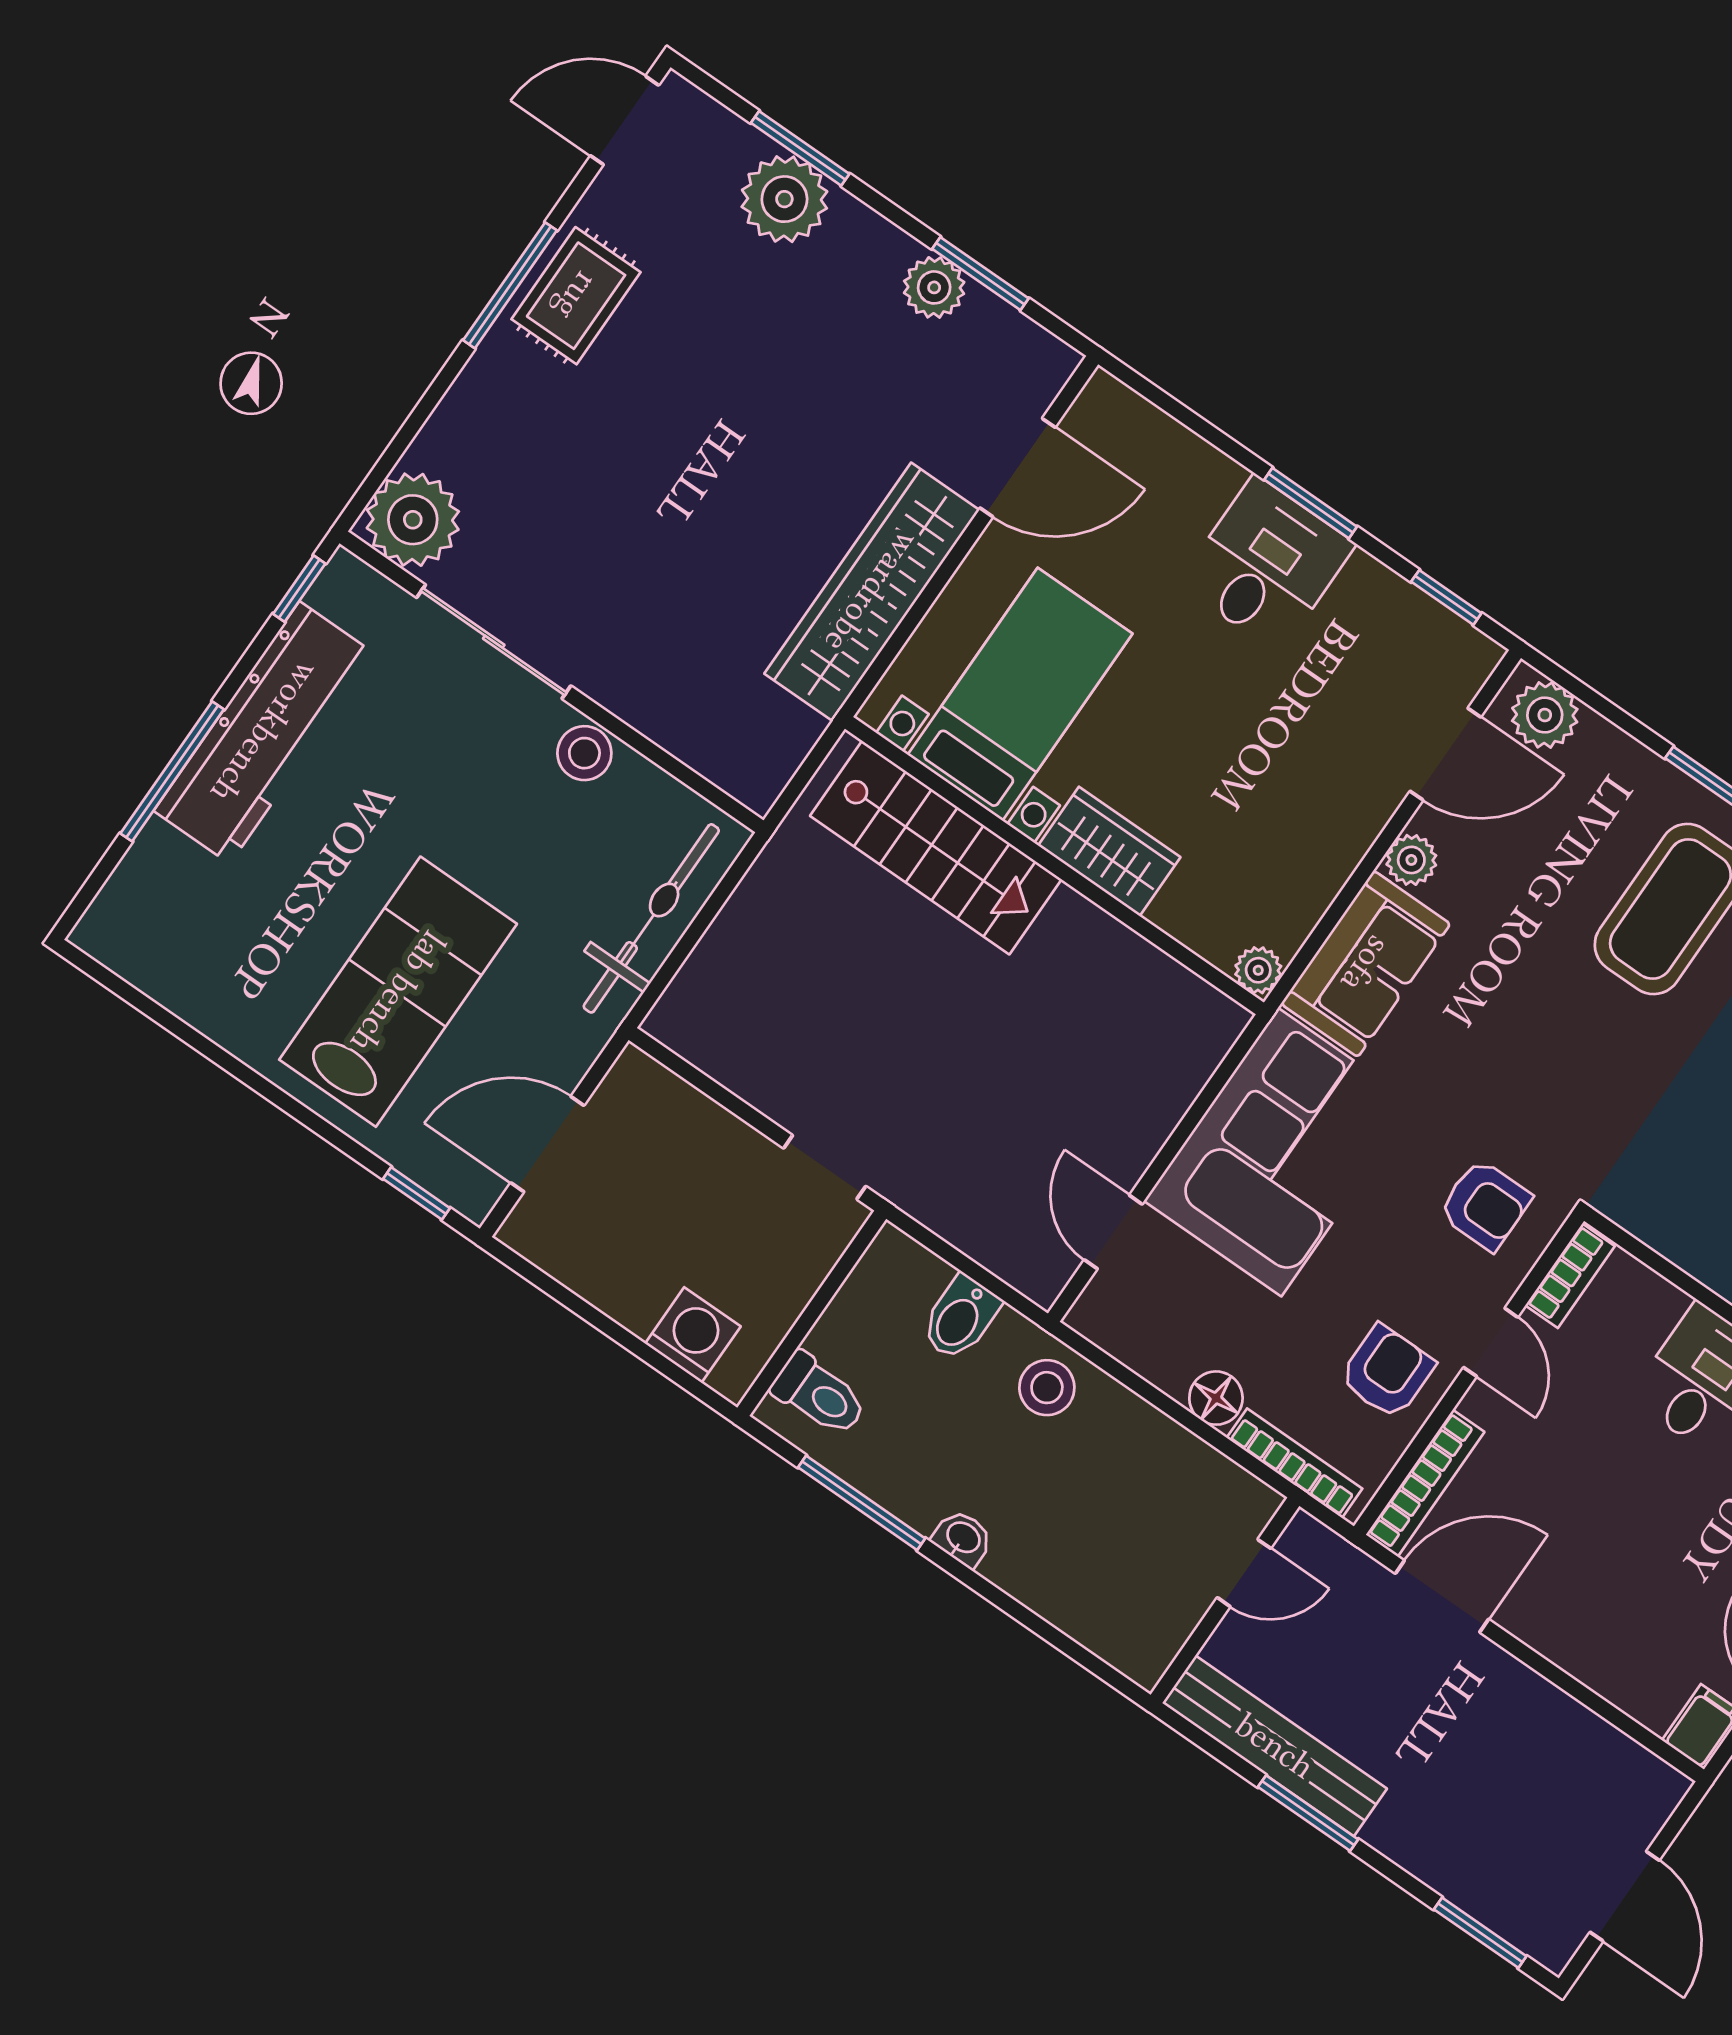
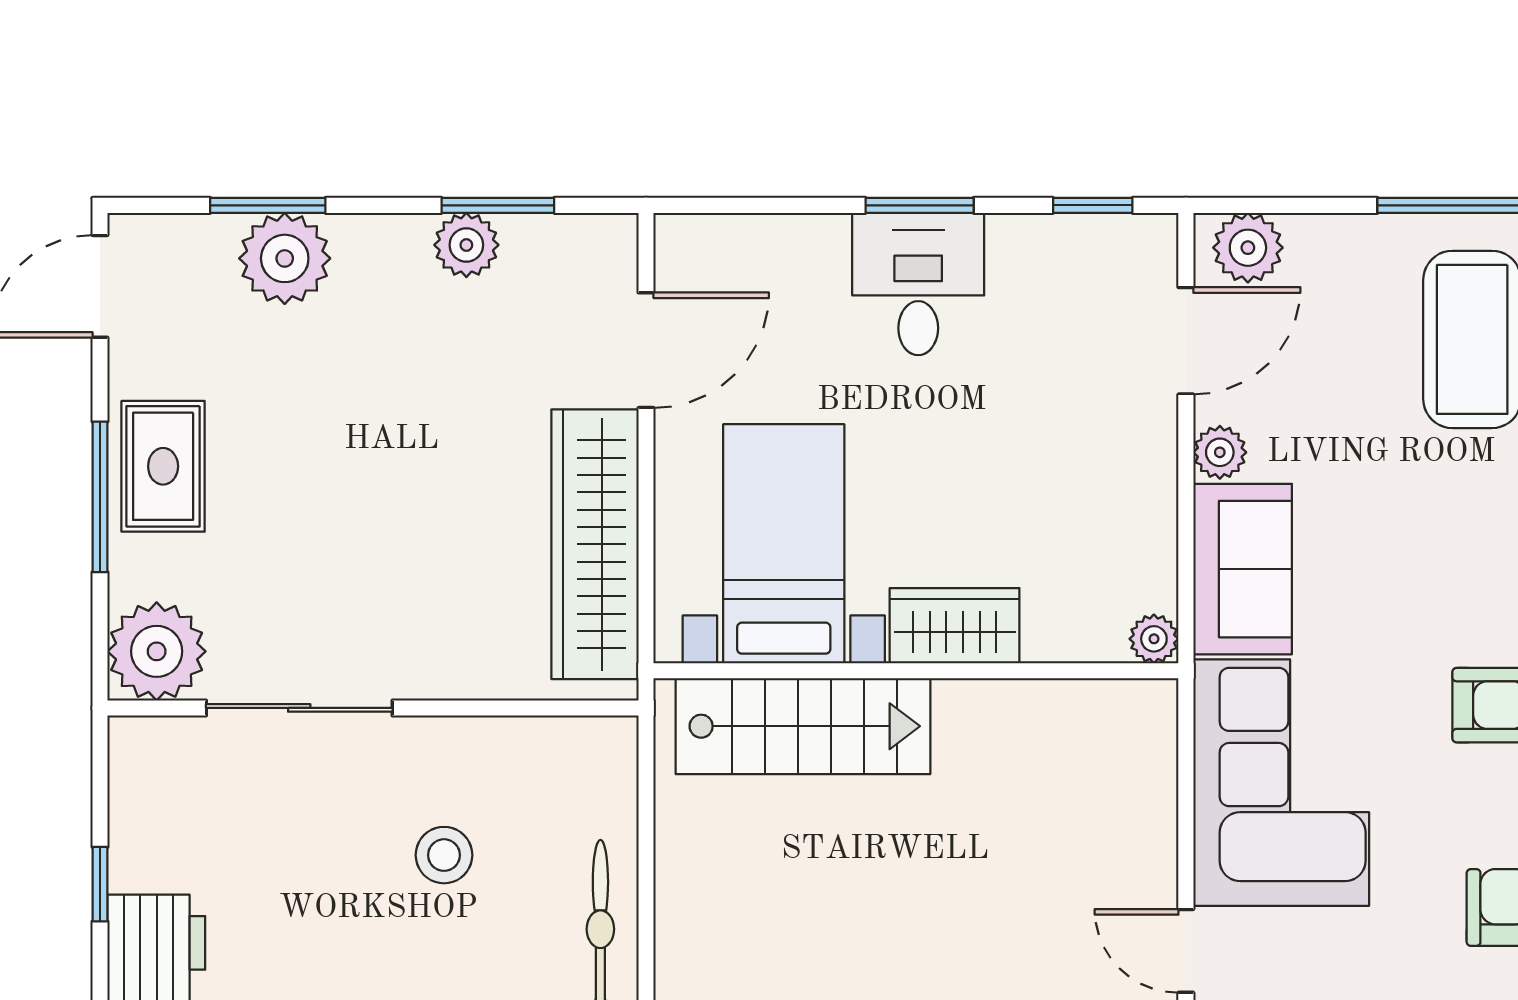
plant: (413, 520) -> (157, 651), moved
sliding door: (494, 642) -> (299, 708), moved
wall: (552, 682) -> (373, 708), moved

